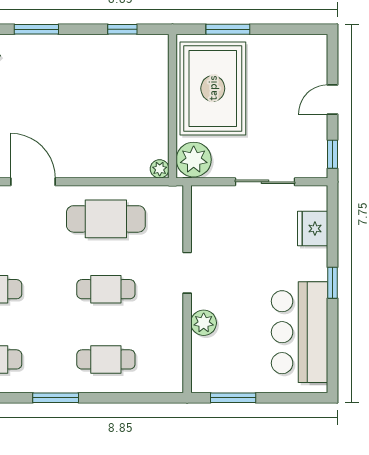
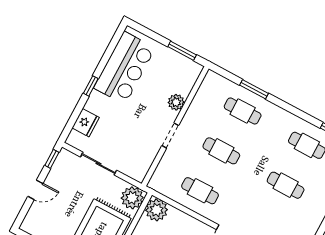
plant: (160, 169) -> (157, 210), width x1.88, depth x1.88
cafe table: (106, 219) -> (200, 191), width x0.73, depth x0.74
window: (56, 398) -> (254, 89), moved

